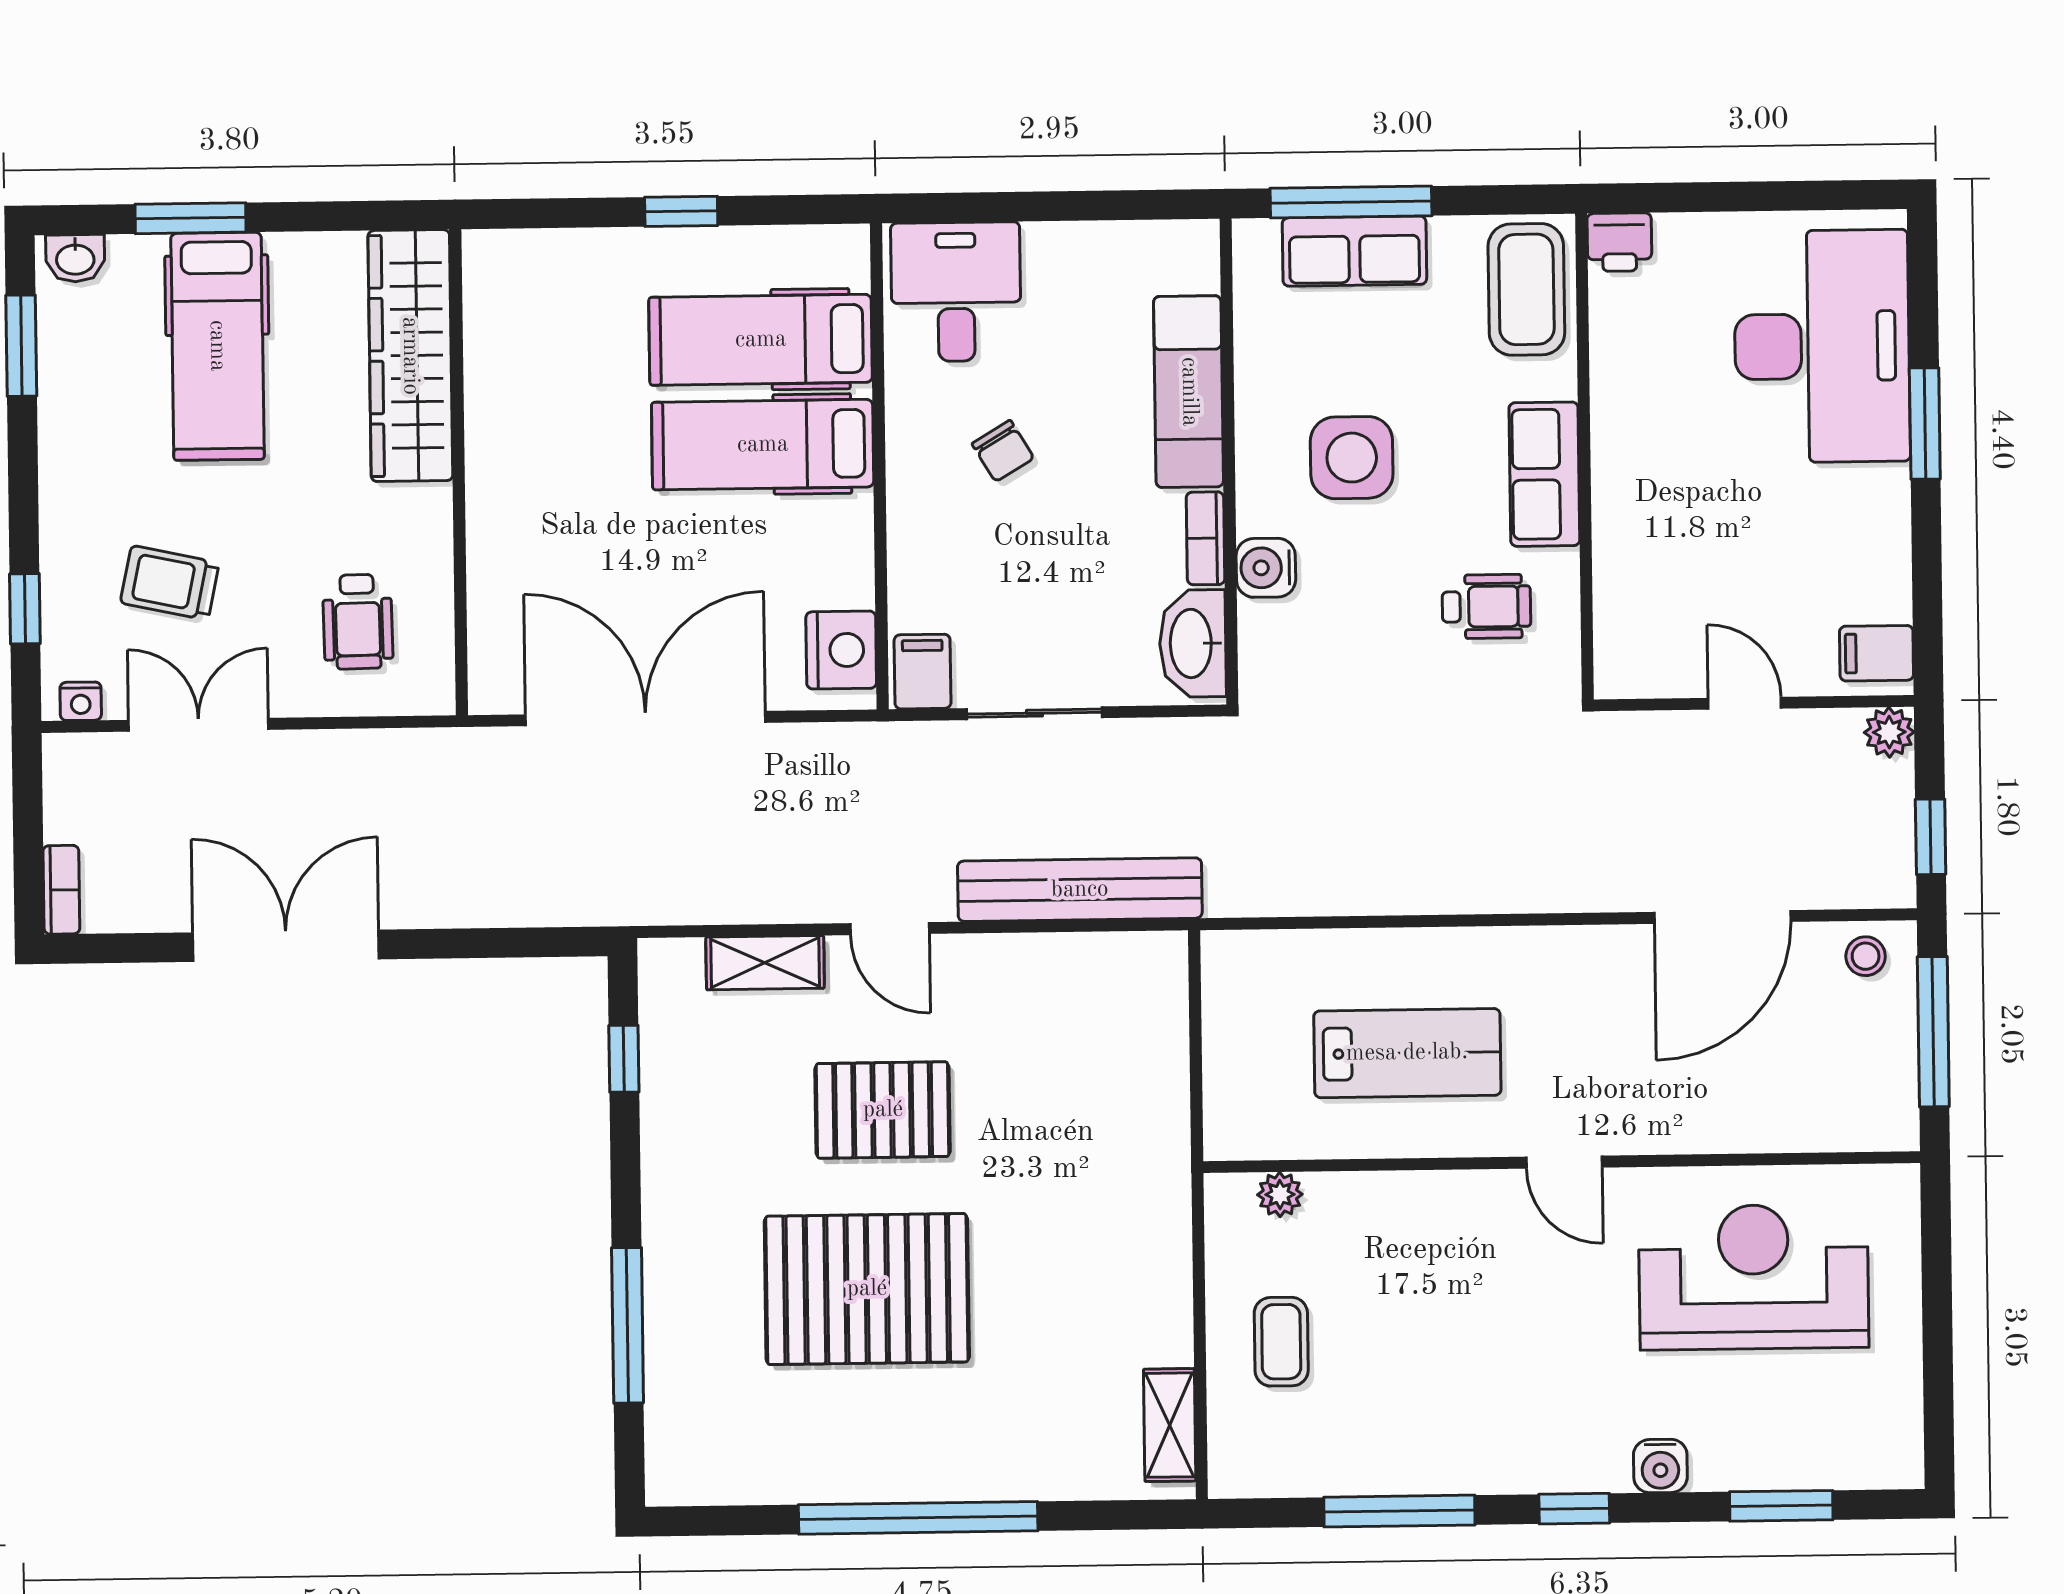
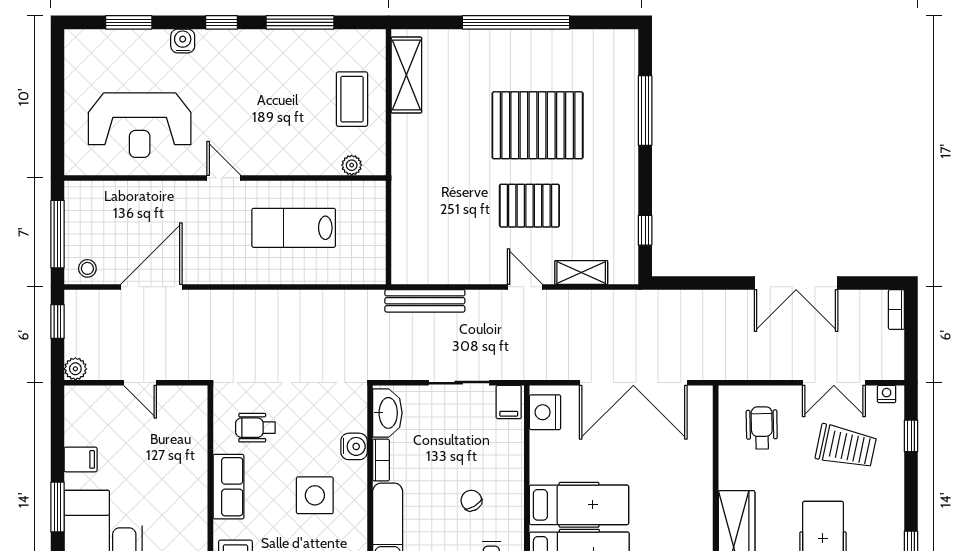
trolley: (170, 583) -> (846, 447), width x1.36, depth x1.39
filing cabinet: (1877, 653) -> (81, 459), moved
bench: (1080, 890) -> (425, 301), width x0.73, depth x0.82
coffee table: (1281, 1342) -> (352, 99), width x1.36, depth x1.30
shelving: (1170, 1425) -> (406, 75), width x1.50, depth x1.33

